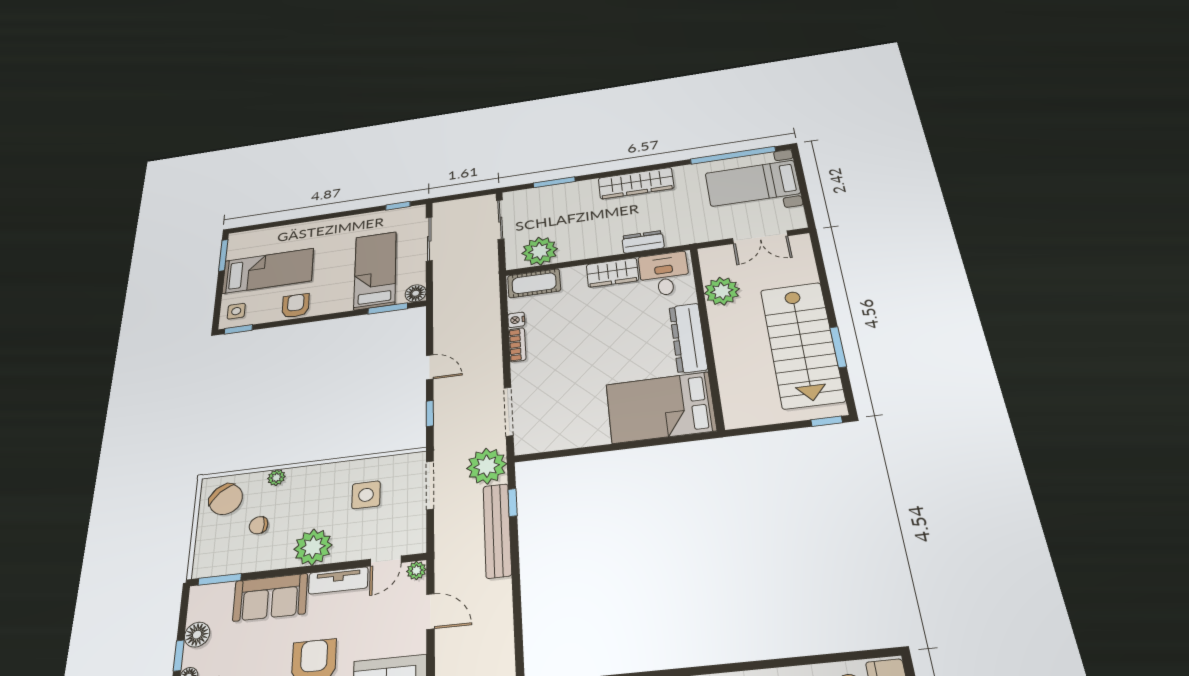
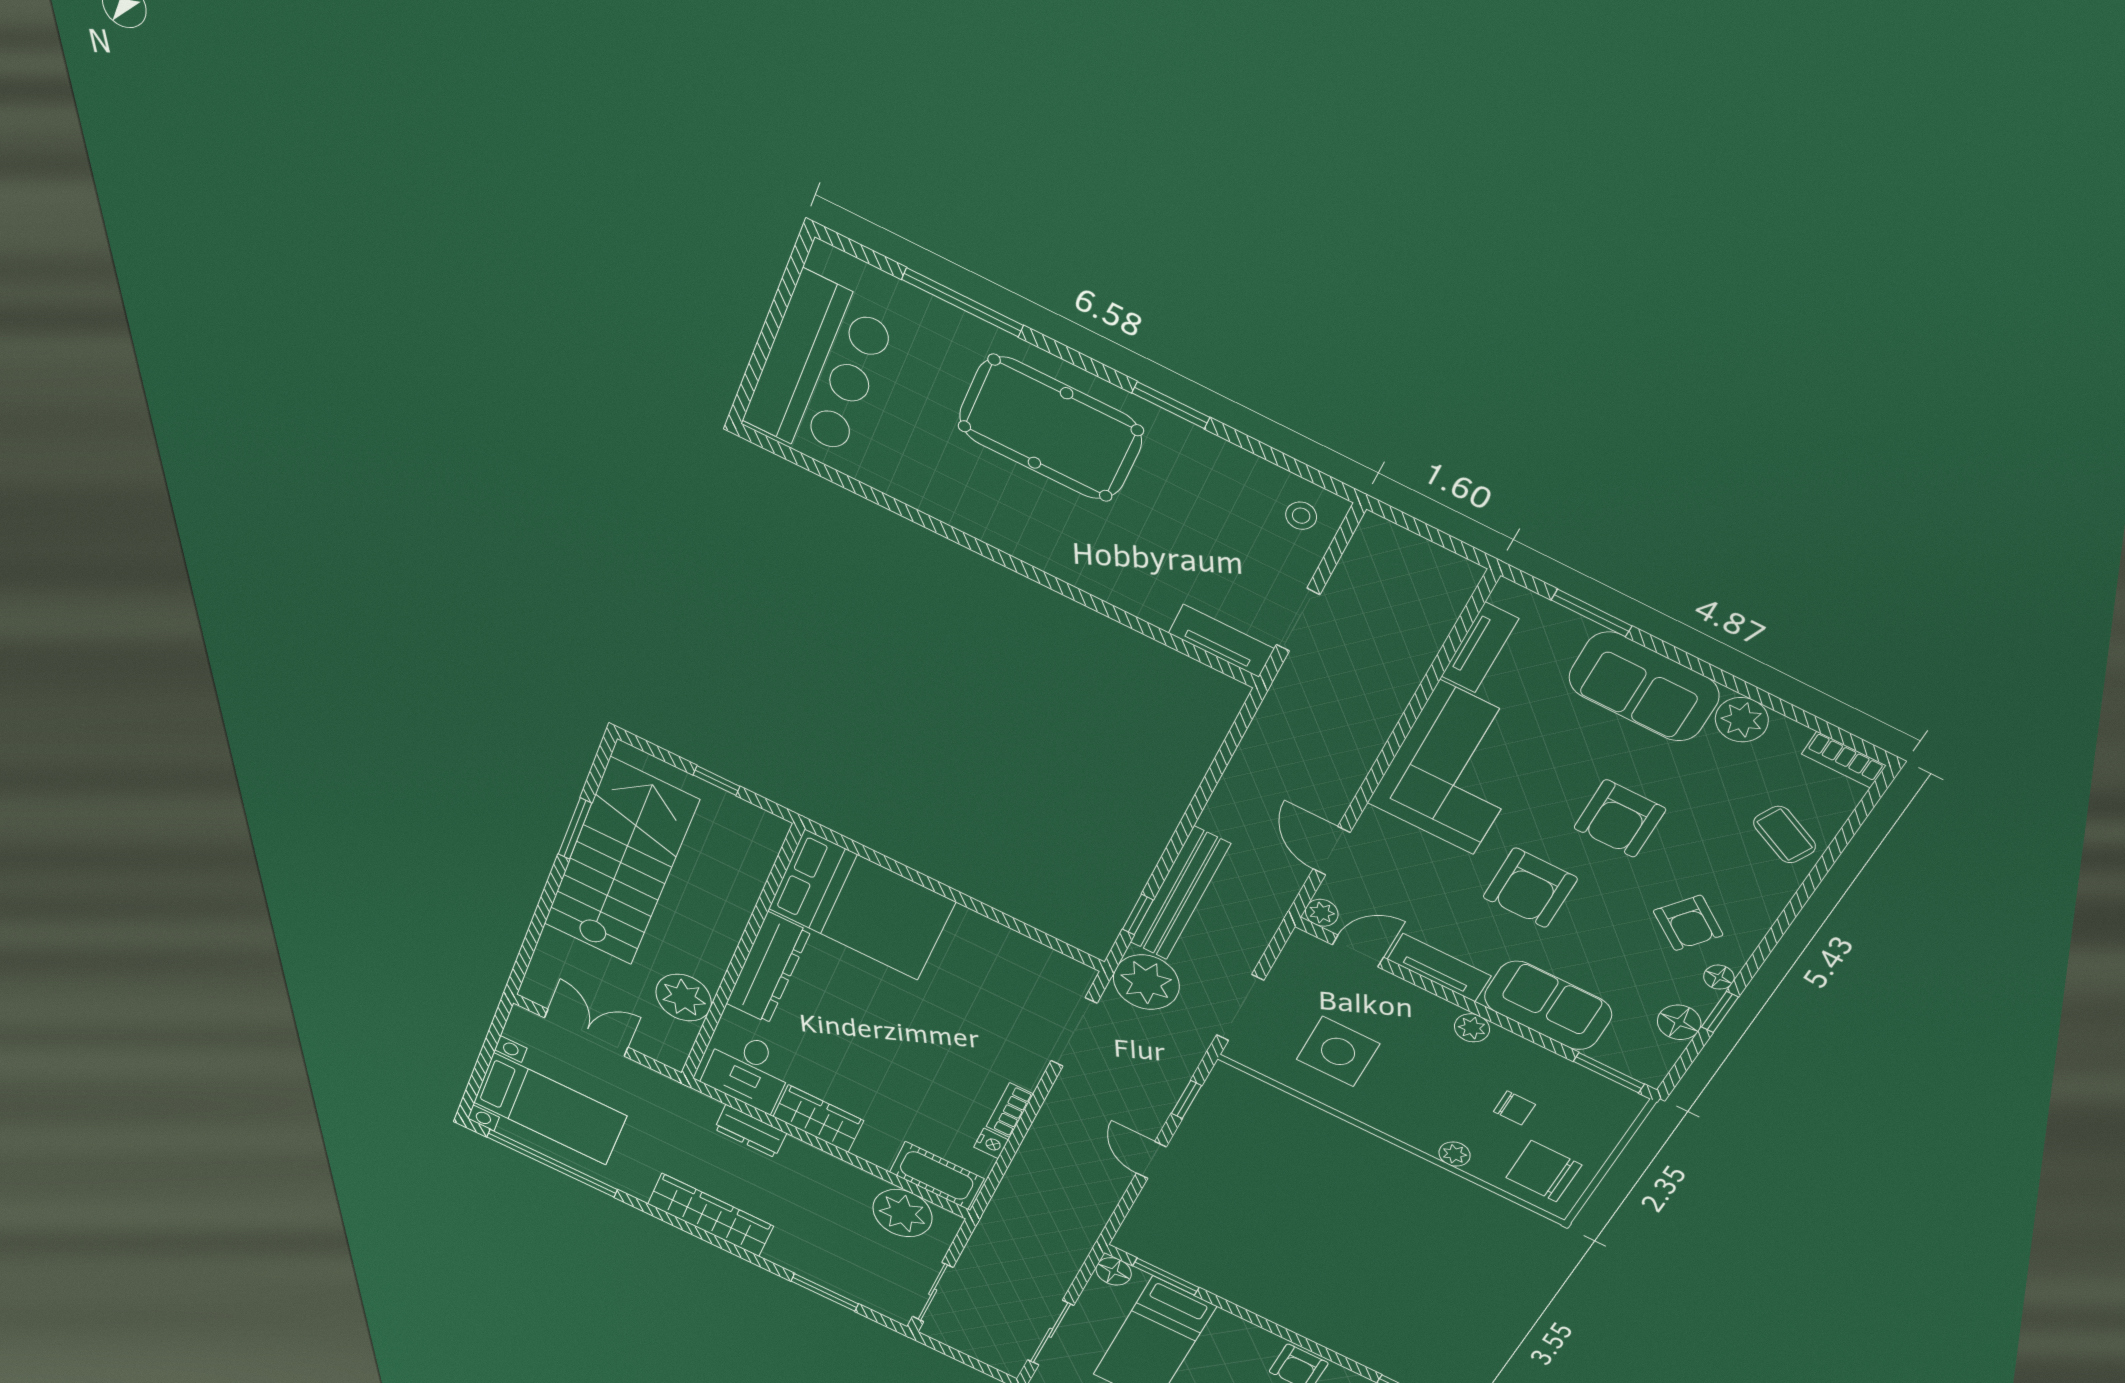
window: (827, 421) -> (717, 781), moved
side table: (366, 495) -> (1338, 1051), width x1.37, depth x1.37
chair: (226, 499) -> (1544, 1171), turned -50
plant: (313, 547) -> (1472, 1028), width x0.53, depth x0.53

